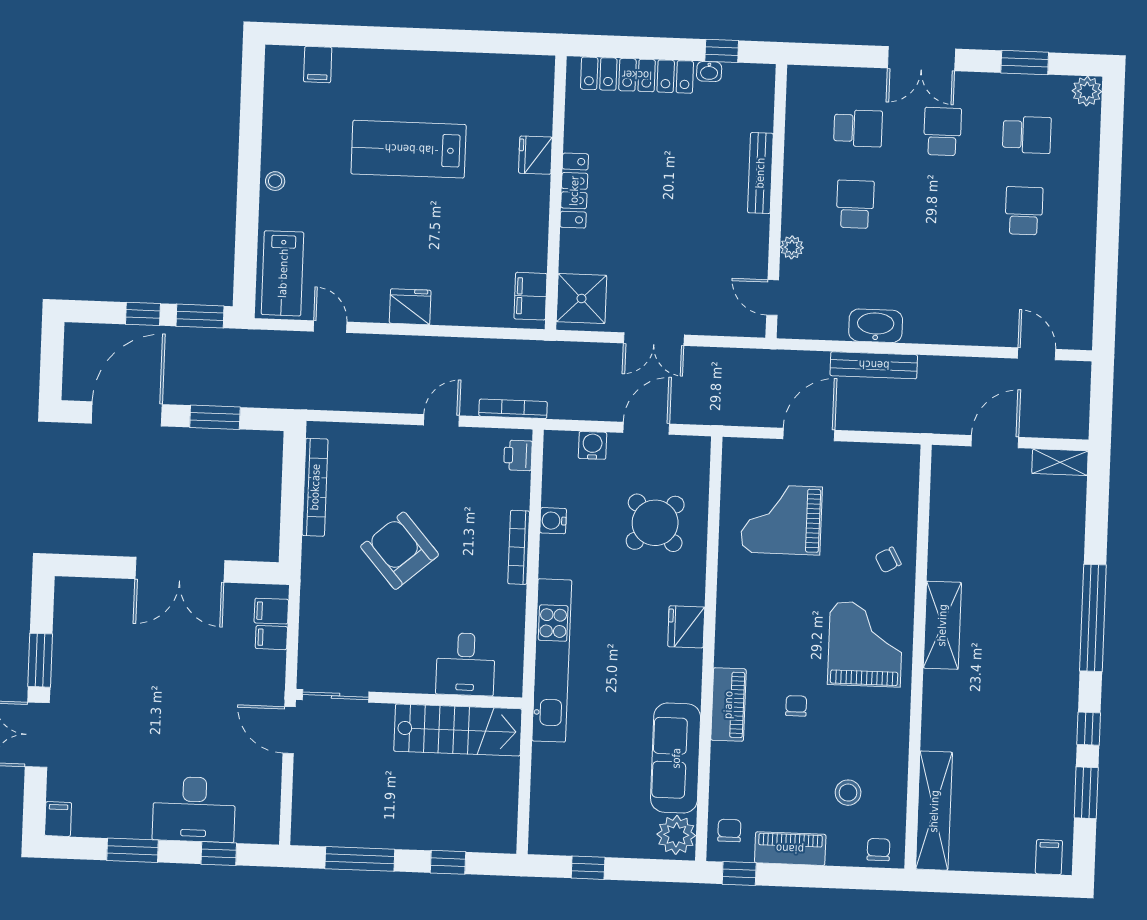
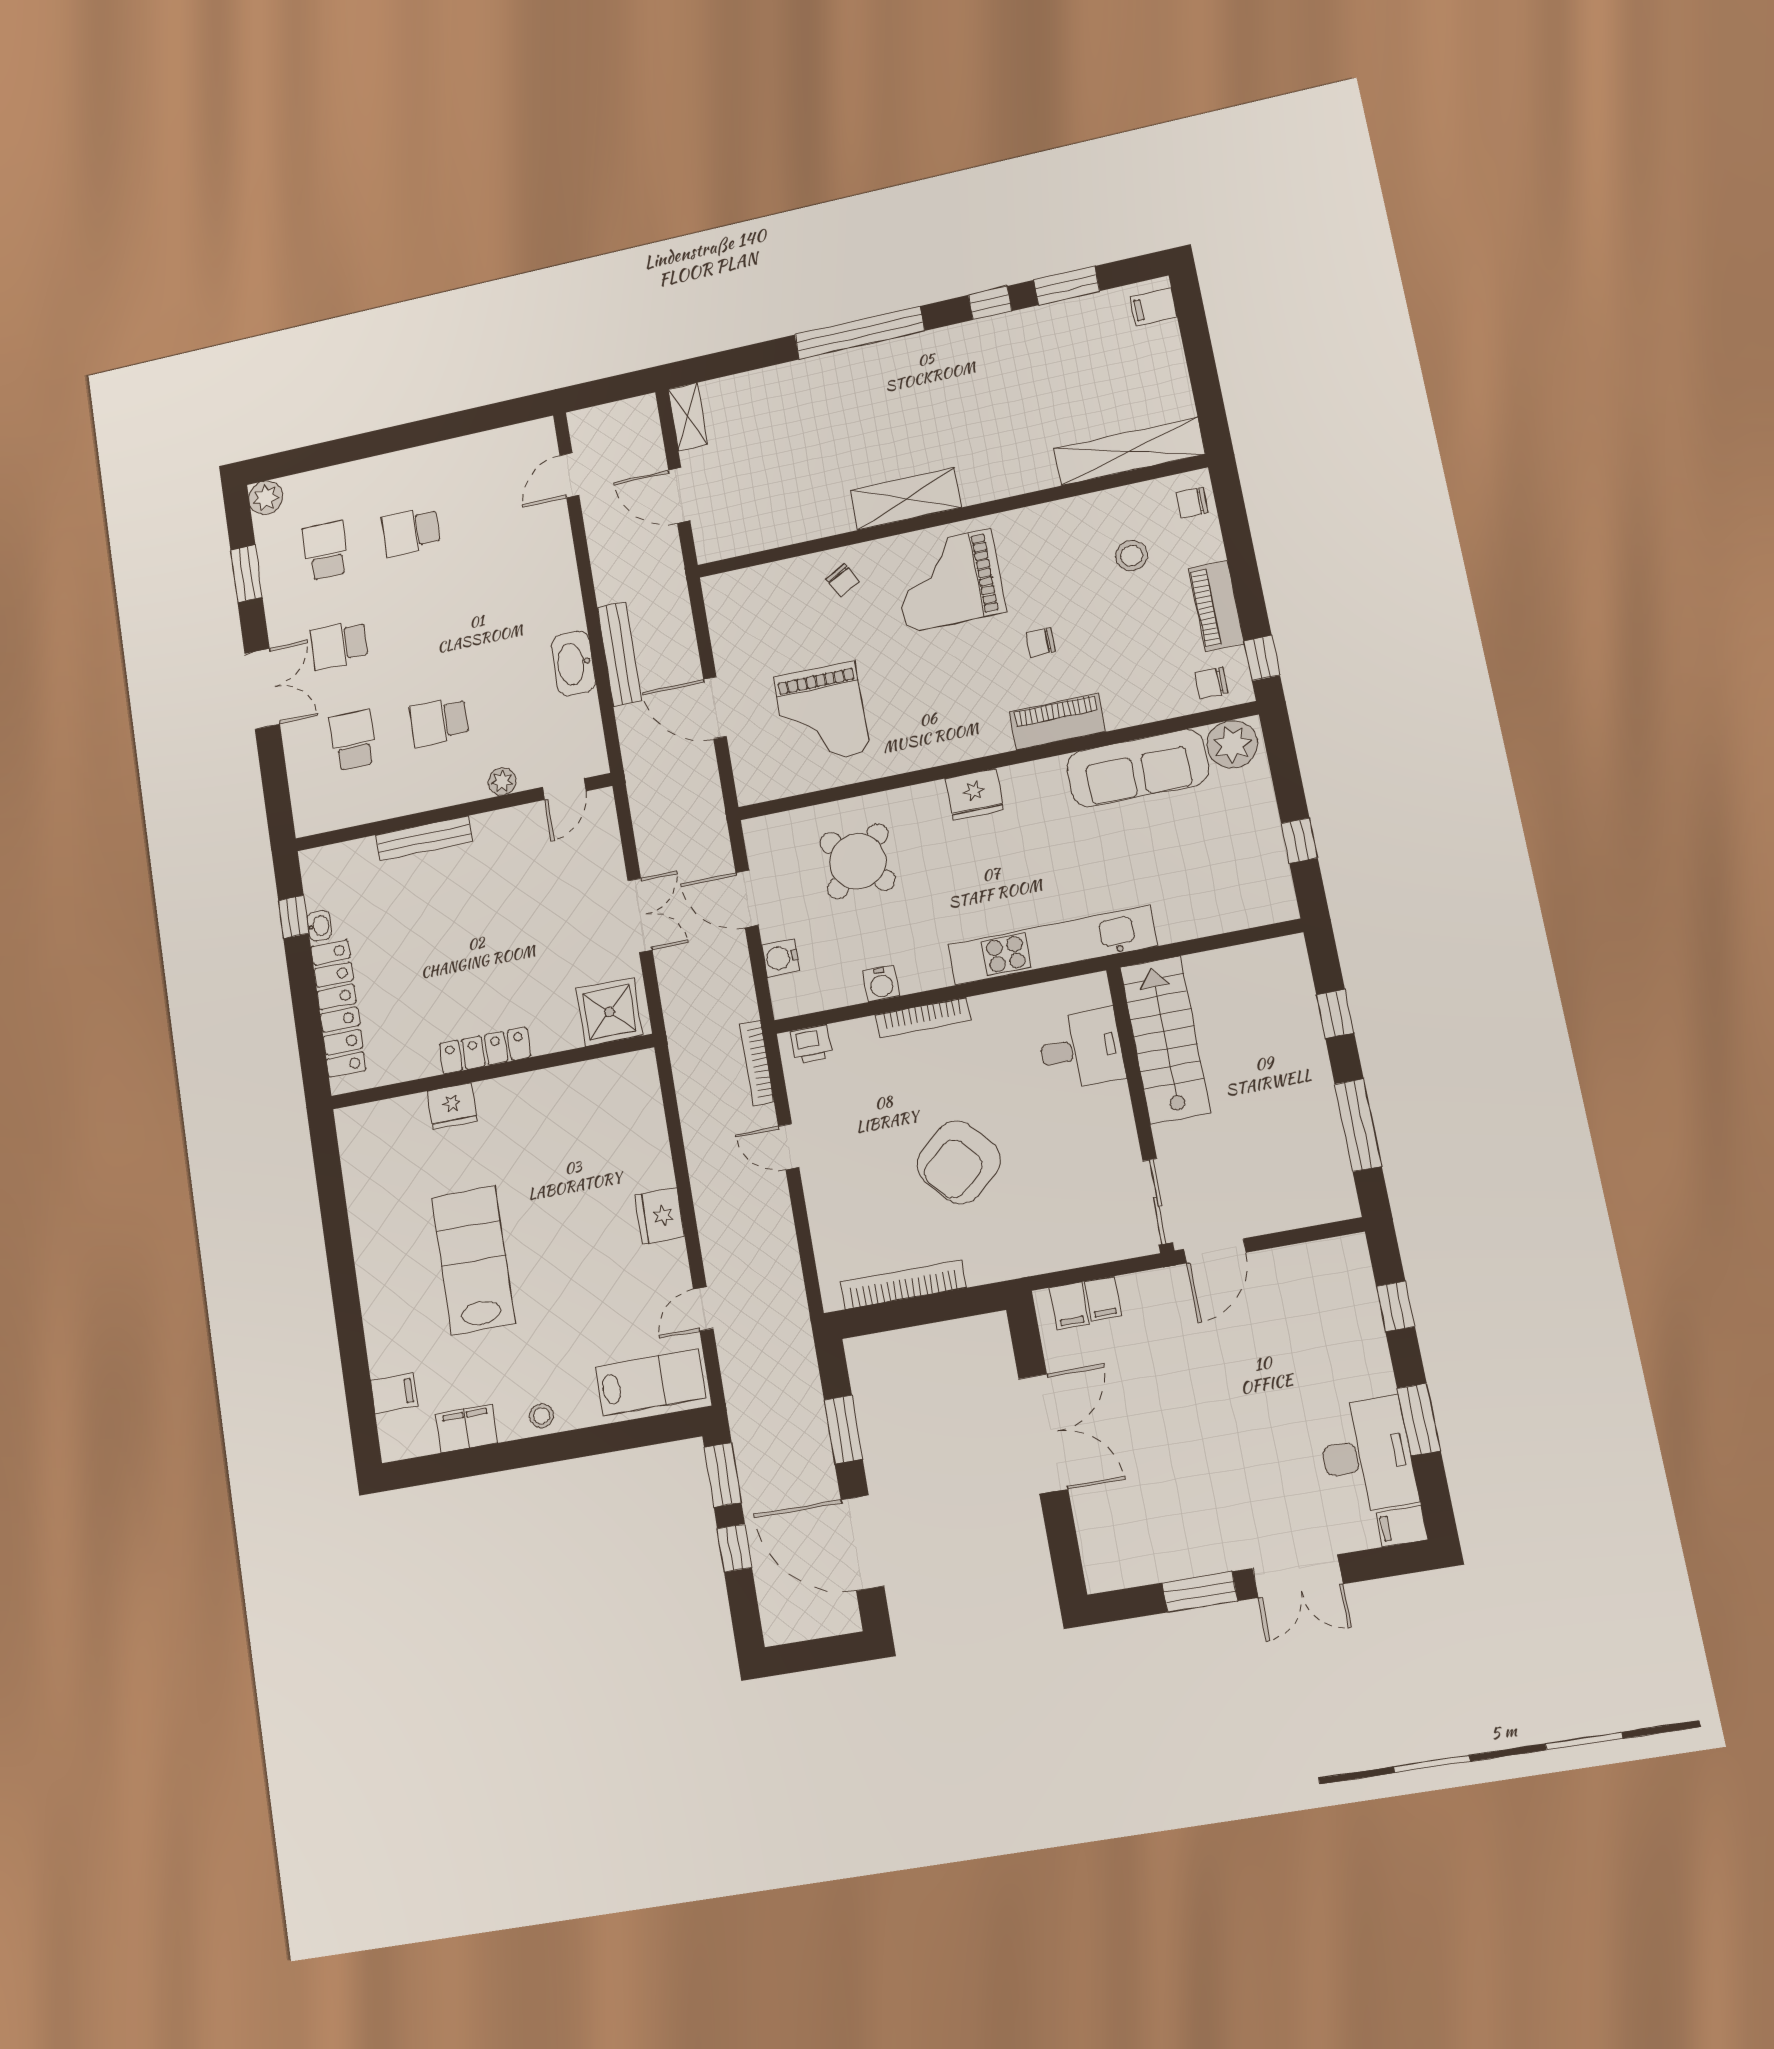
lab bench: (409, 149) -> (473, 1260), turned 180
filing cabinet: (531, 296) -> (467, 1428), moved, turned 180
desk: (194, 809) -> (1367, 1455), moved

